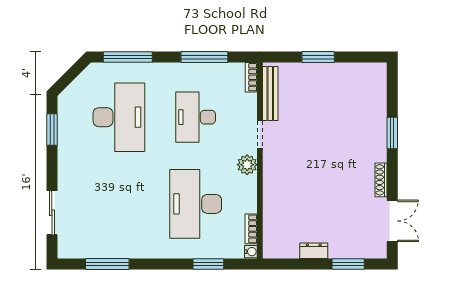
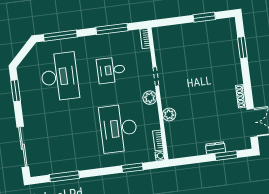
window: (318, 57) -> (204, 17), moved
bench: (270, 94) -> (159, 48), removed
desk: (196, 117) -> (111, 70), width x0.73
window: (392, 133) -> (242, 48), moved
plant: (272, 193) -> (169, 115), added
sliding door: (52, 213) -> (23, 147), width x1.37
dresser: (314, 251) -> (215, 148), moved

